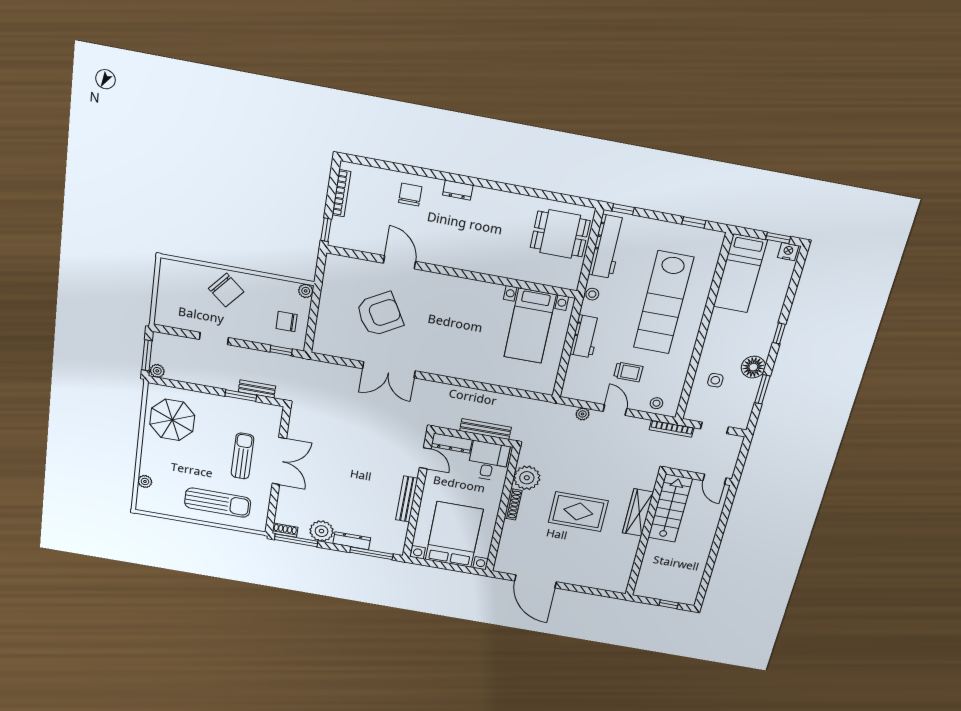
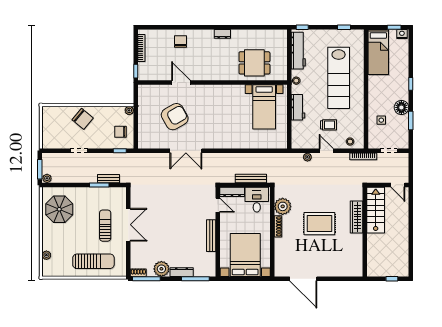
dresser: (458, 190) -> (222, 34), moved
dining table: (560, 234) -> (254, 63), moved

